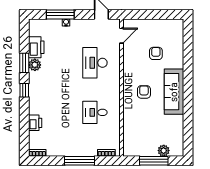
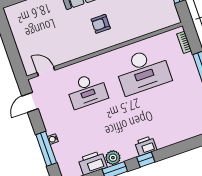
armchair: (156, 53) -> (53, 26), removed
desk: (95, 112) -> (143, 71), width x1.87, depth x1.30
printer: (35, 123) -> (146, 146), moved

